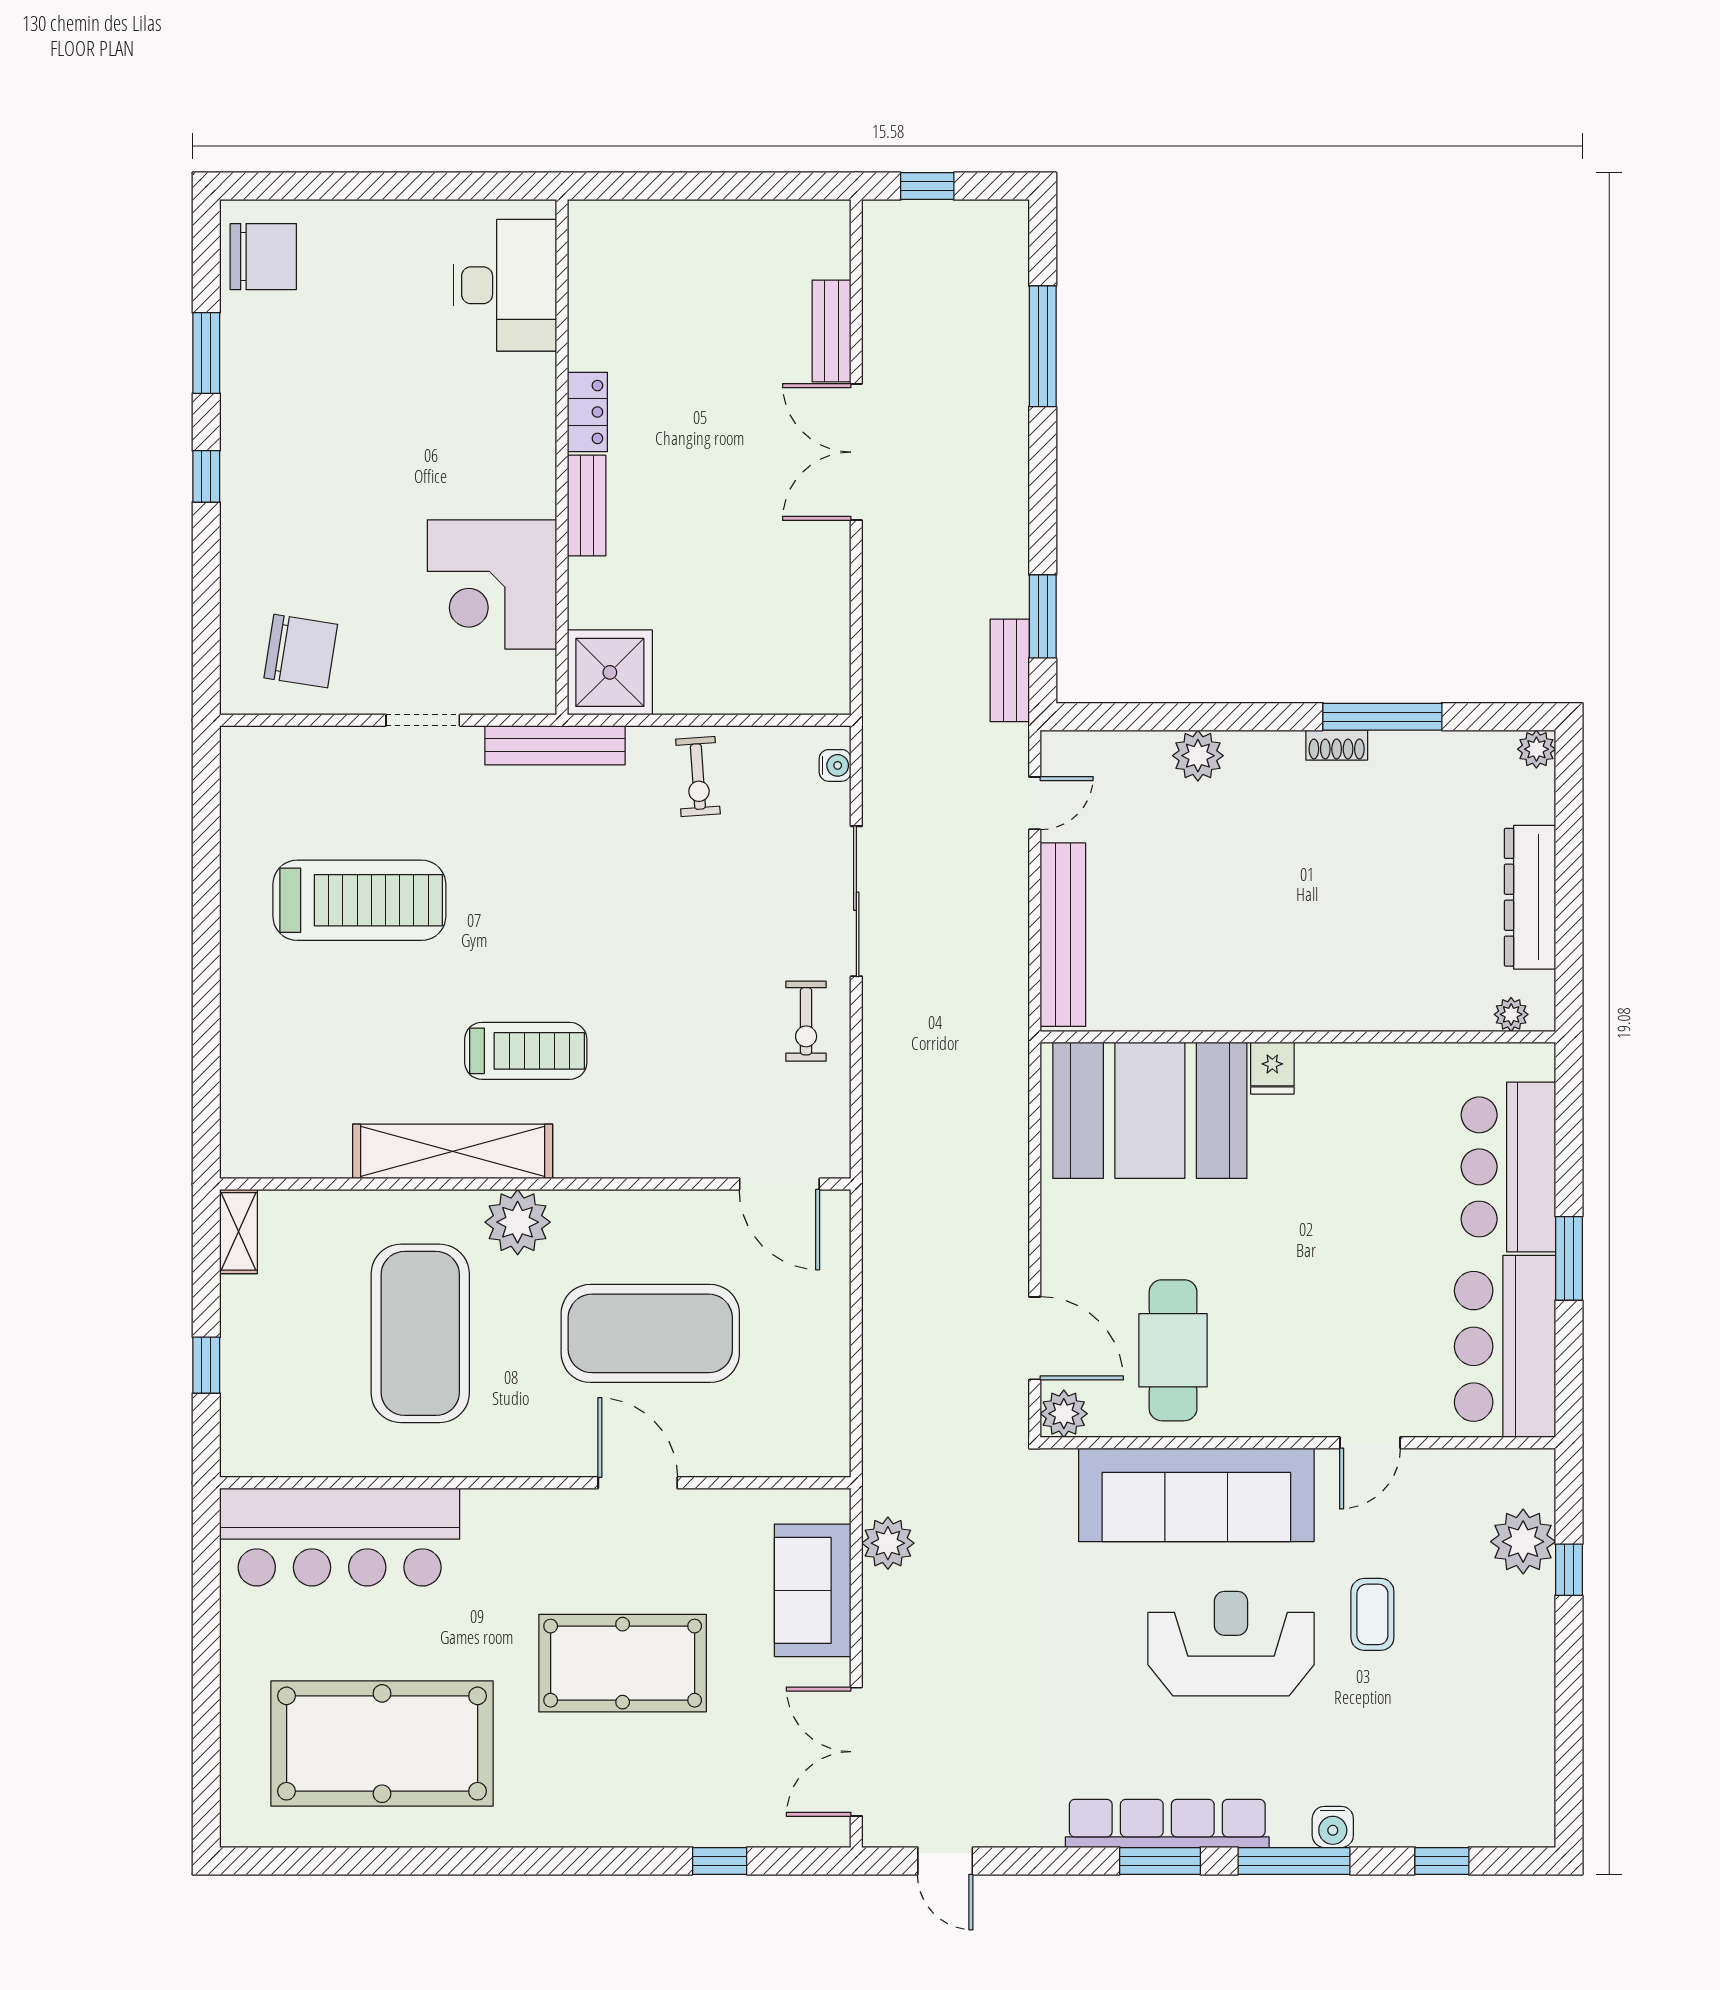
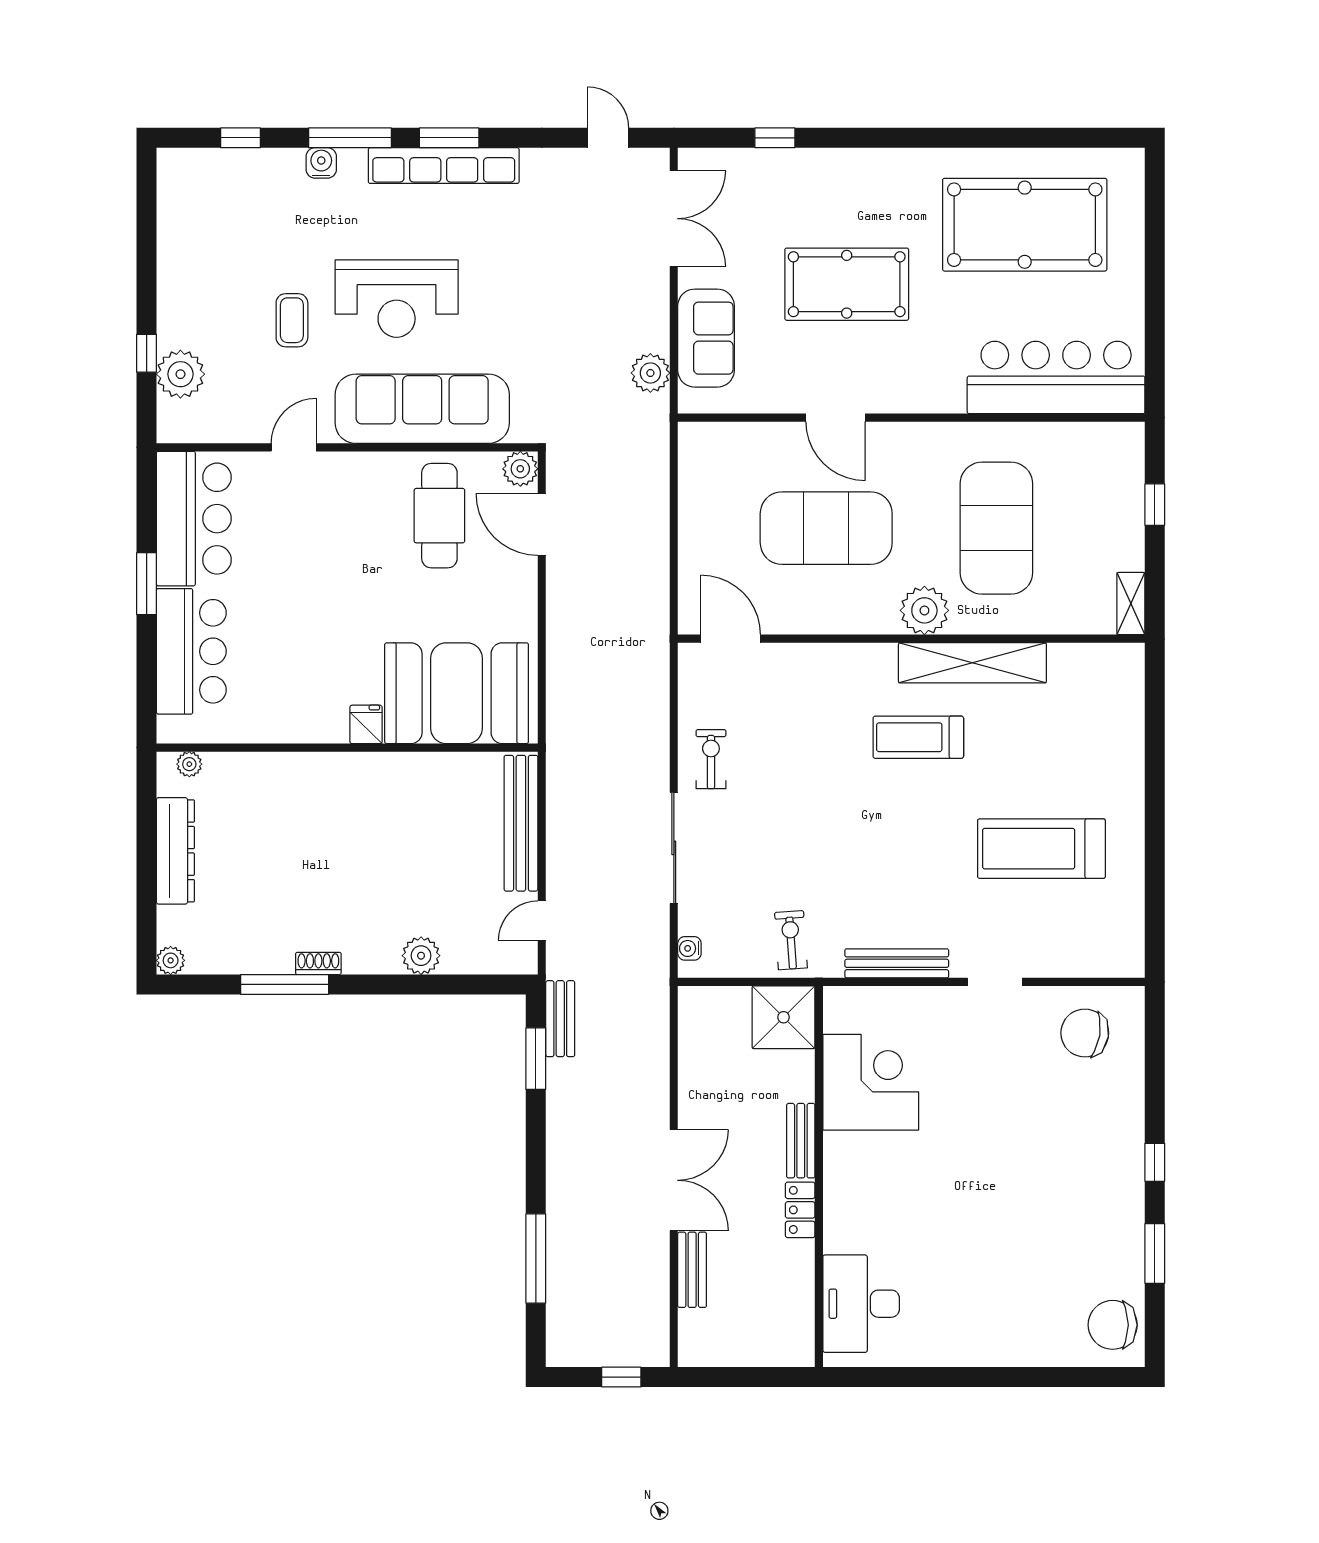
desk: (505, 285) -> (861, 1304), moved
locker: (587, 412) -> (800, 1210), moved
wall: (562, 457) -> (819, 1176), moved
bench: (587, 506) -> (801, 1141), moved
corner desk: (492, 584) -> (871, 1082), moved
shower: (610, 672) -> (784, 1017), moved

